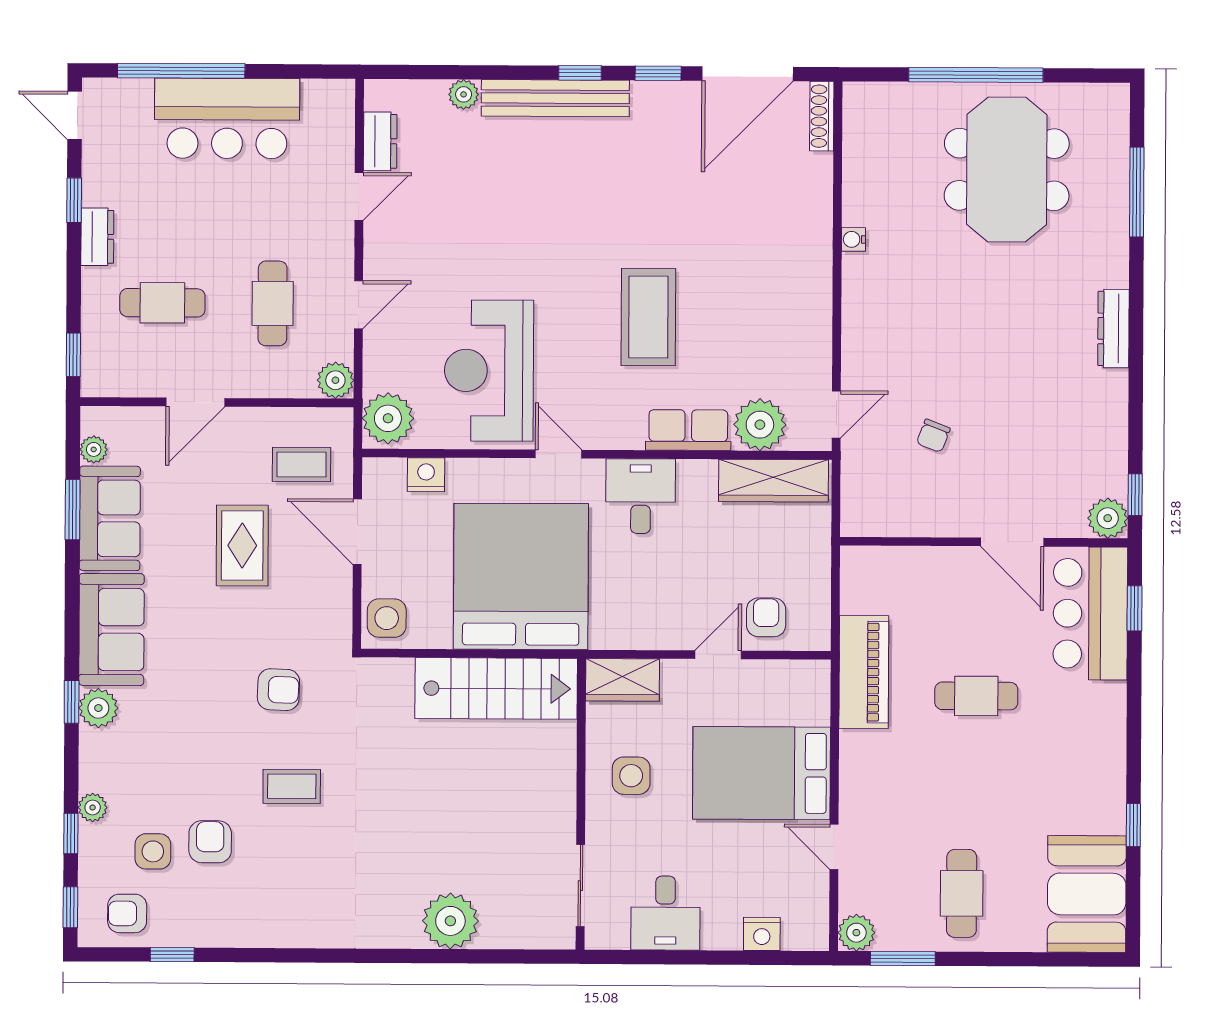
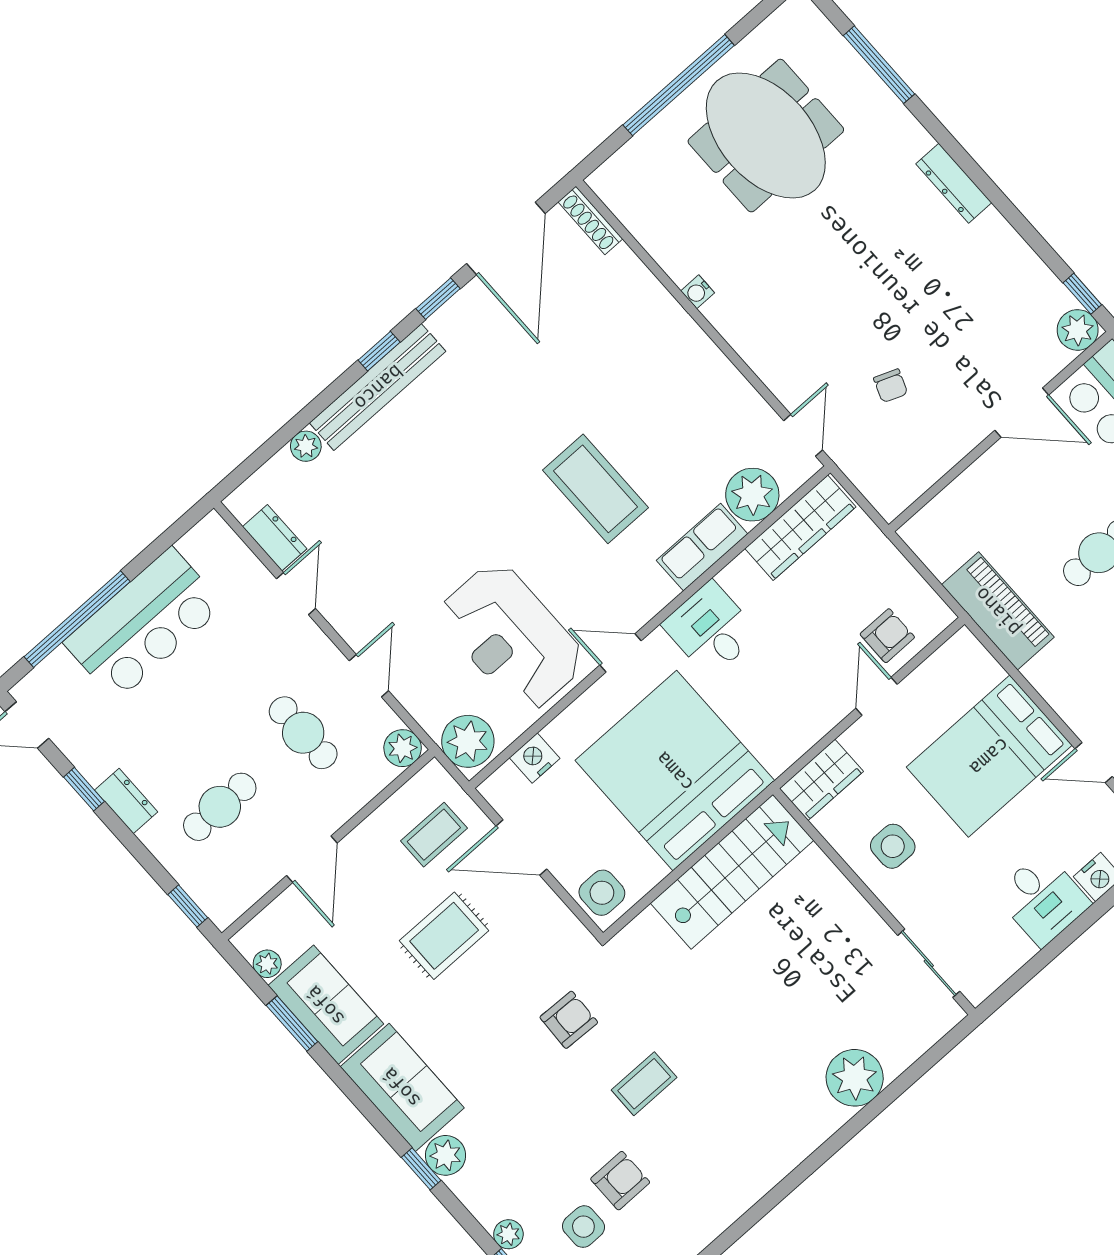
rug: (242, 546) -> (444, 936), turned 90
armchair: (766, 617) -> (887, 636), turned 90
armchair: (210, 842) -> (620, 1181), turned 90
desk: (665, 913) -> (1042, 899), moved

